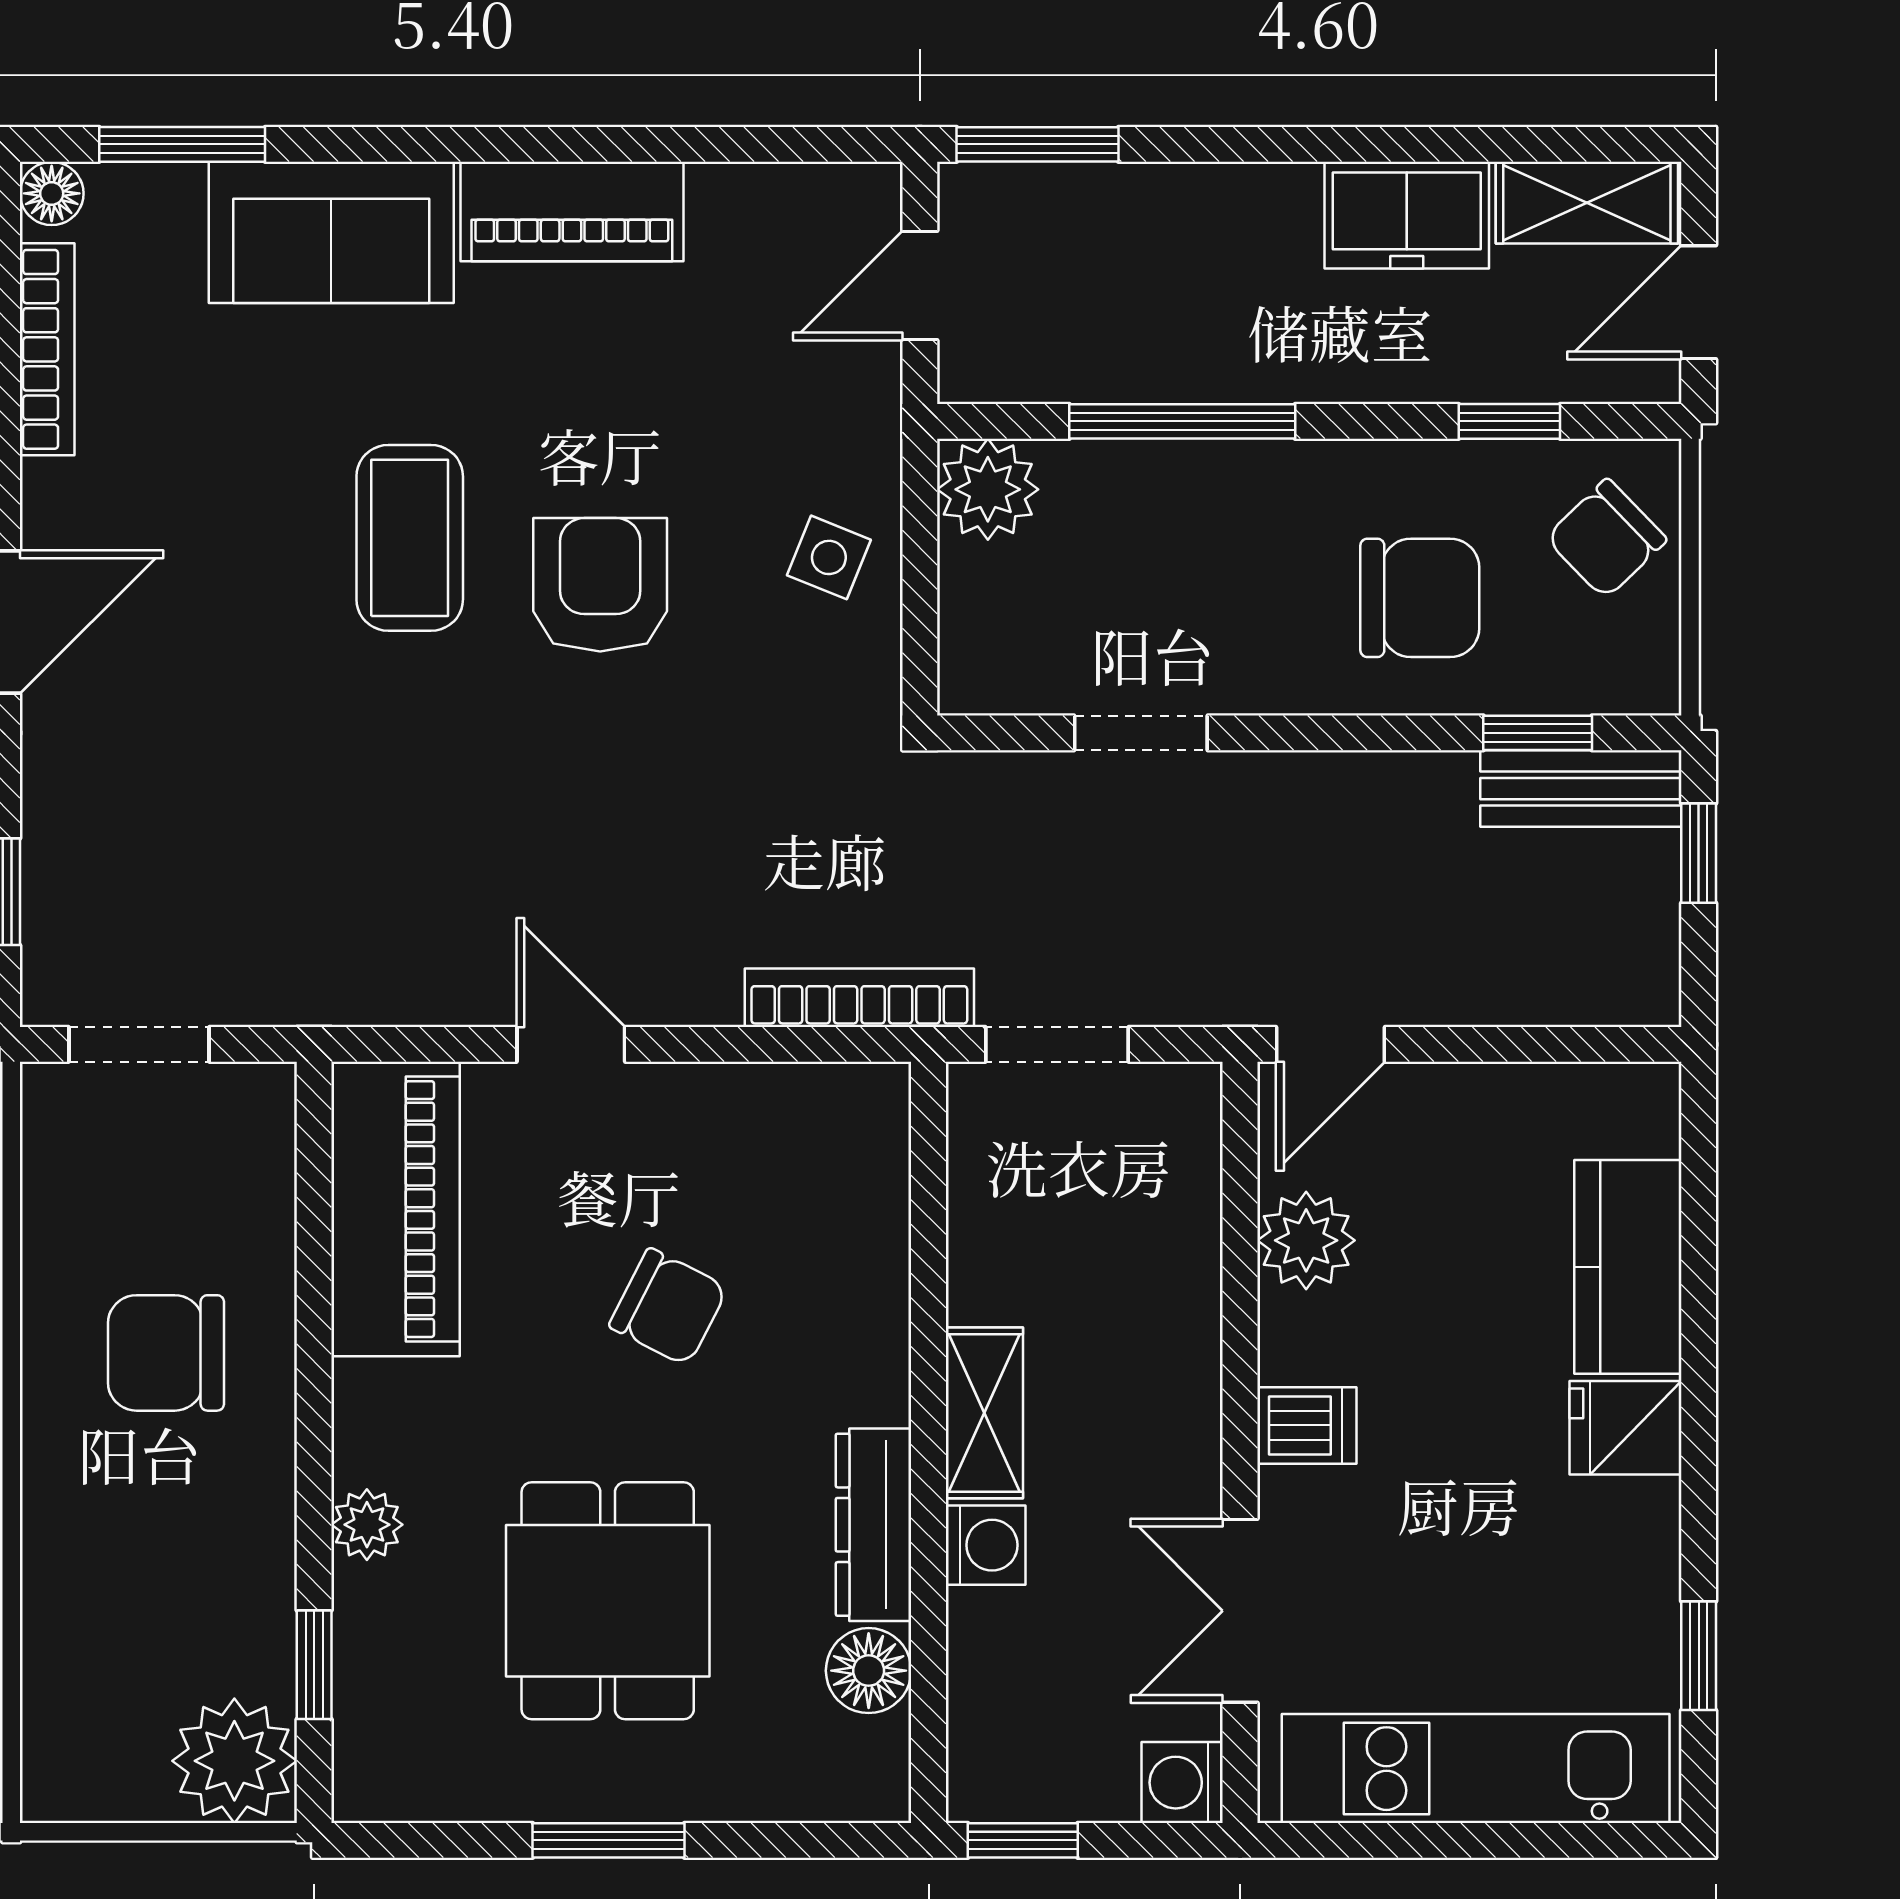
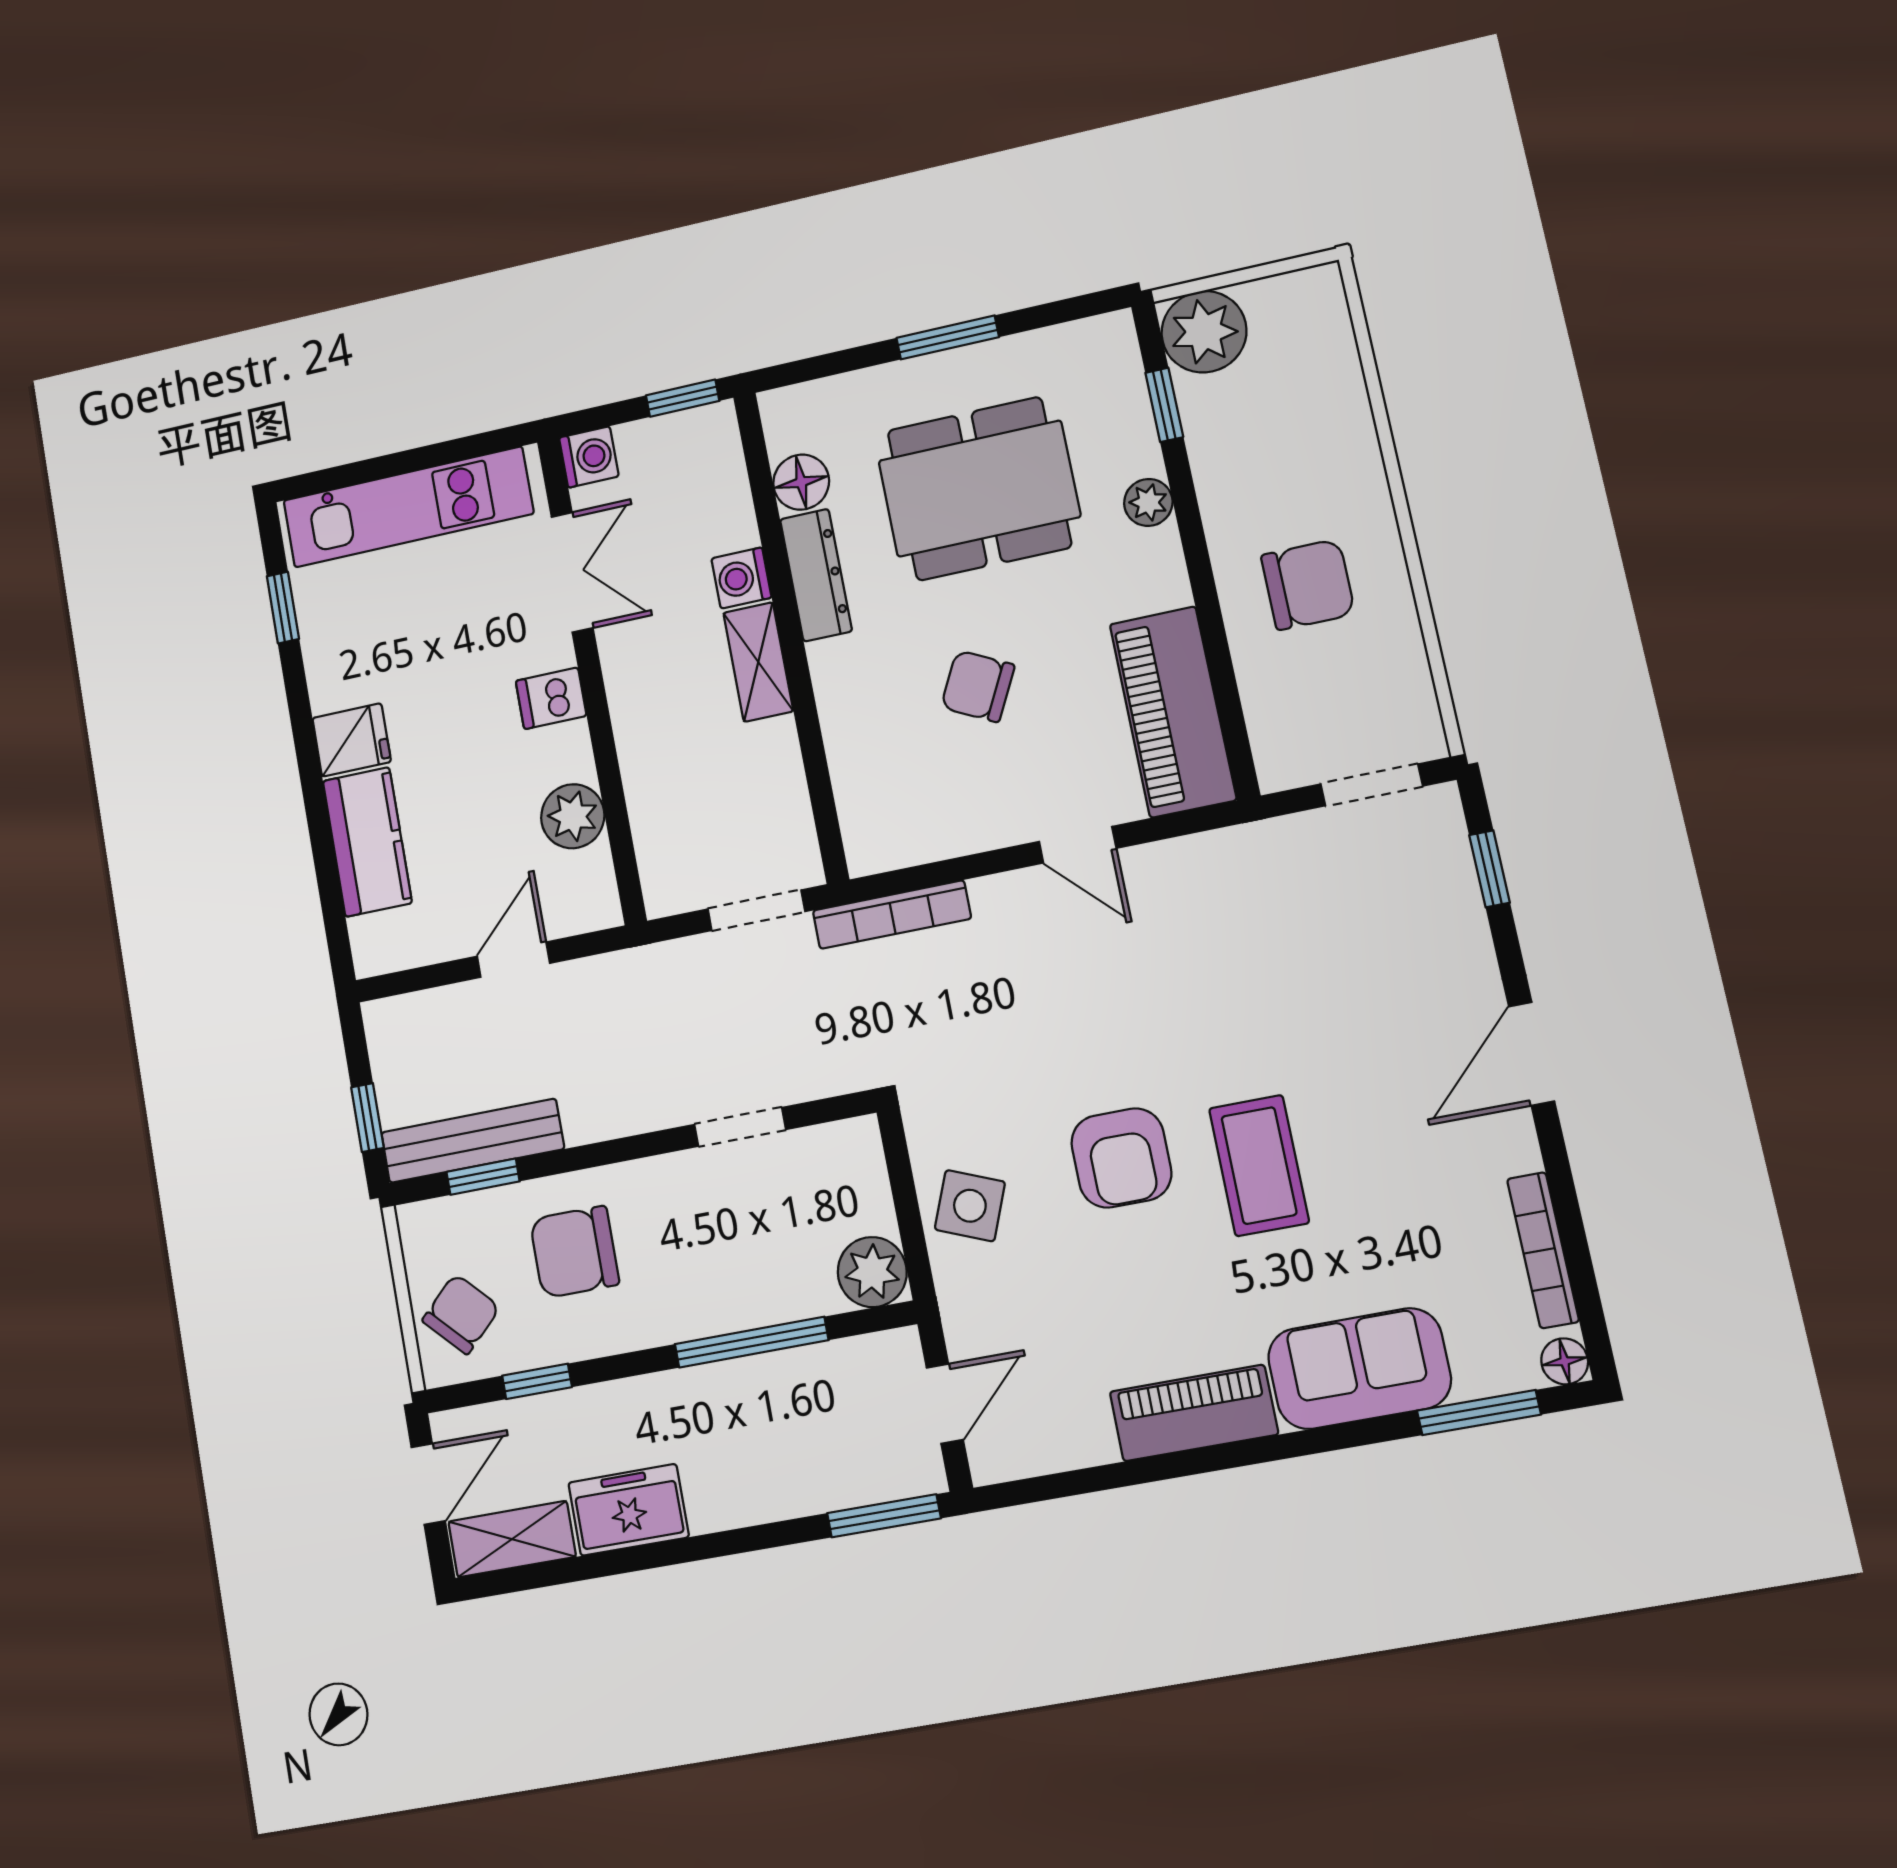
side table: (829, 557) -> (970, 1206), width x1.37, depth x1.37
bench: (1581, 789) -> (472, 1141), width x1.36
door: (1331, 1044) -> (513, 960), moved
dining table: (608, 1601) -> (979, 489), width x1.38

